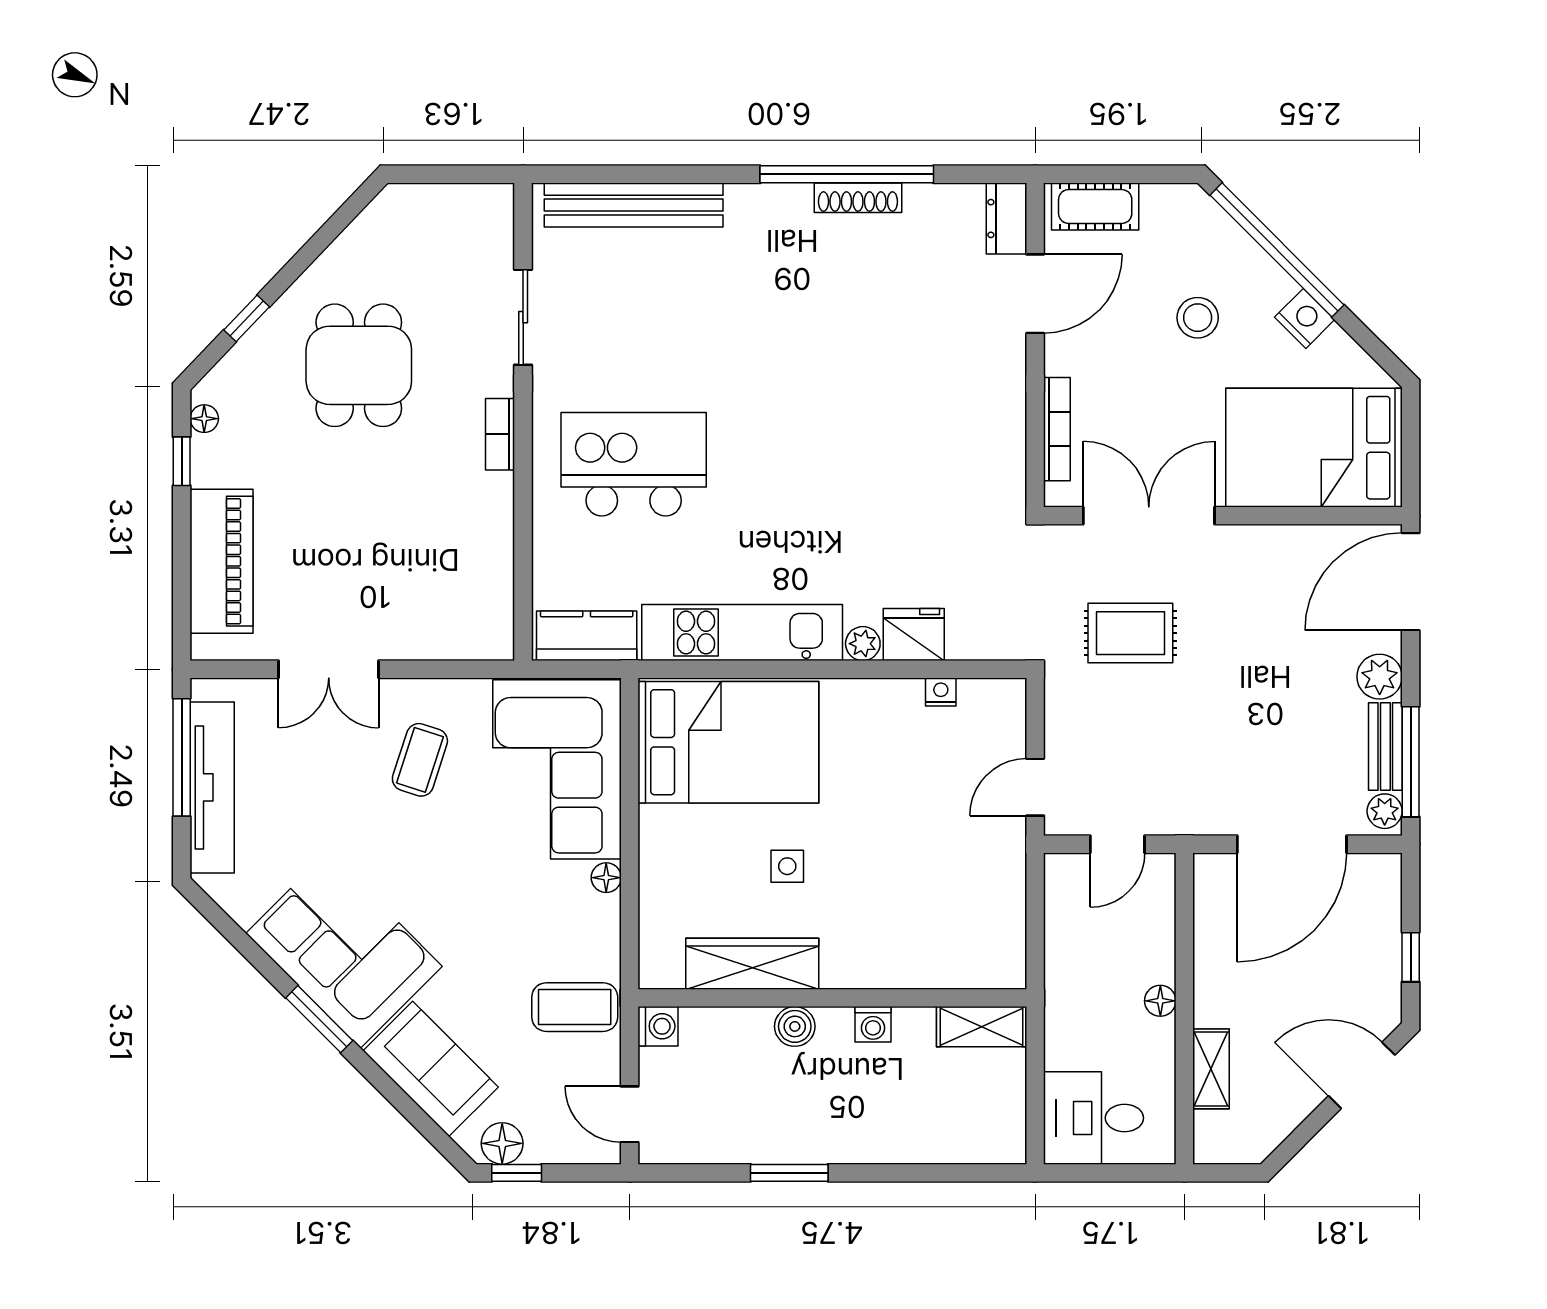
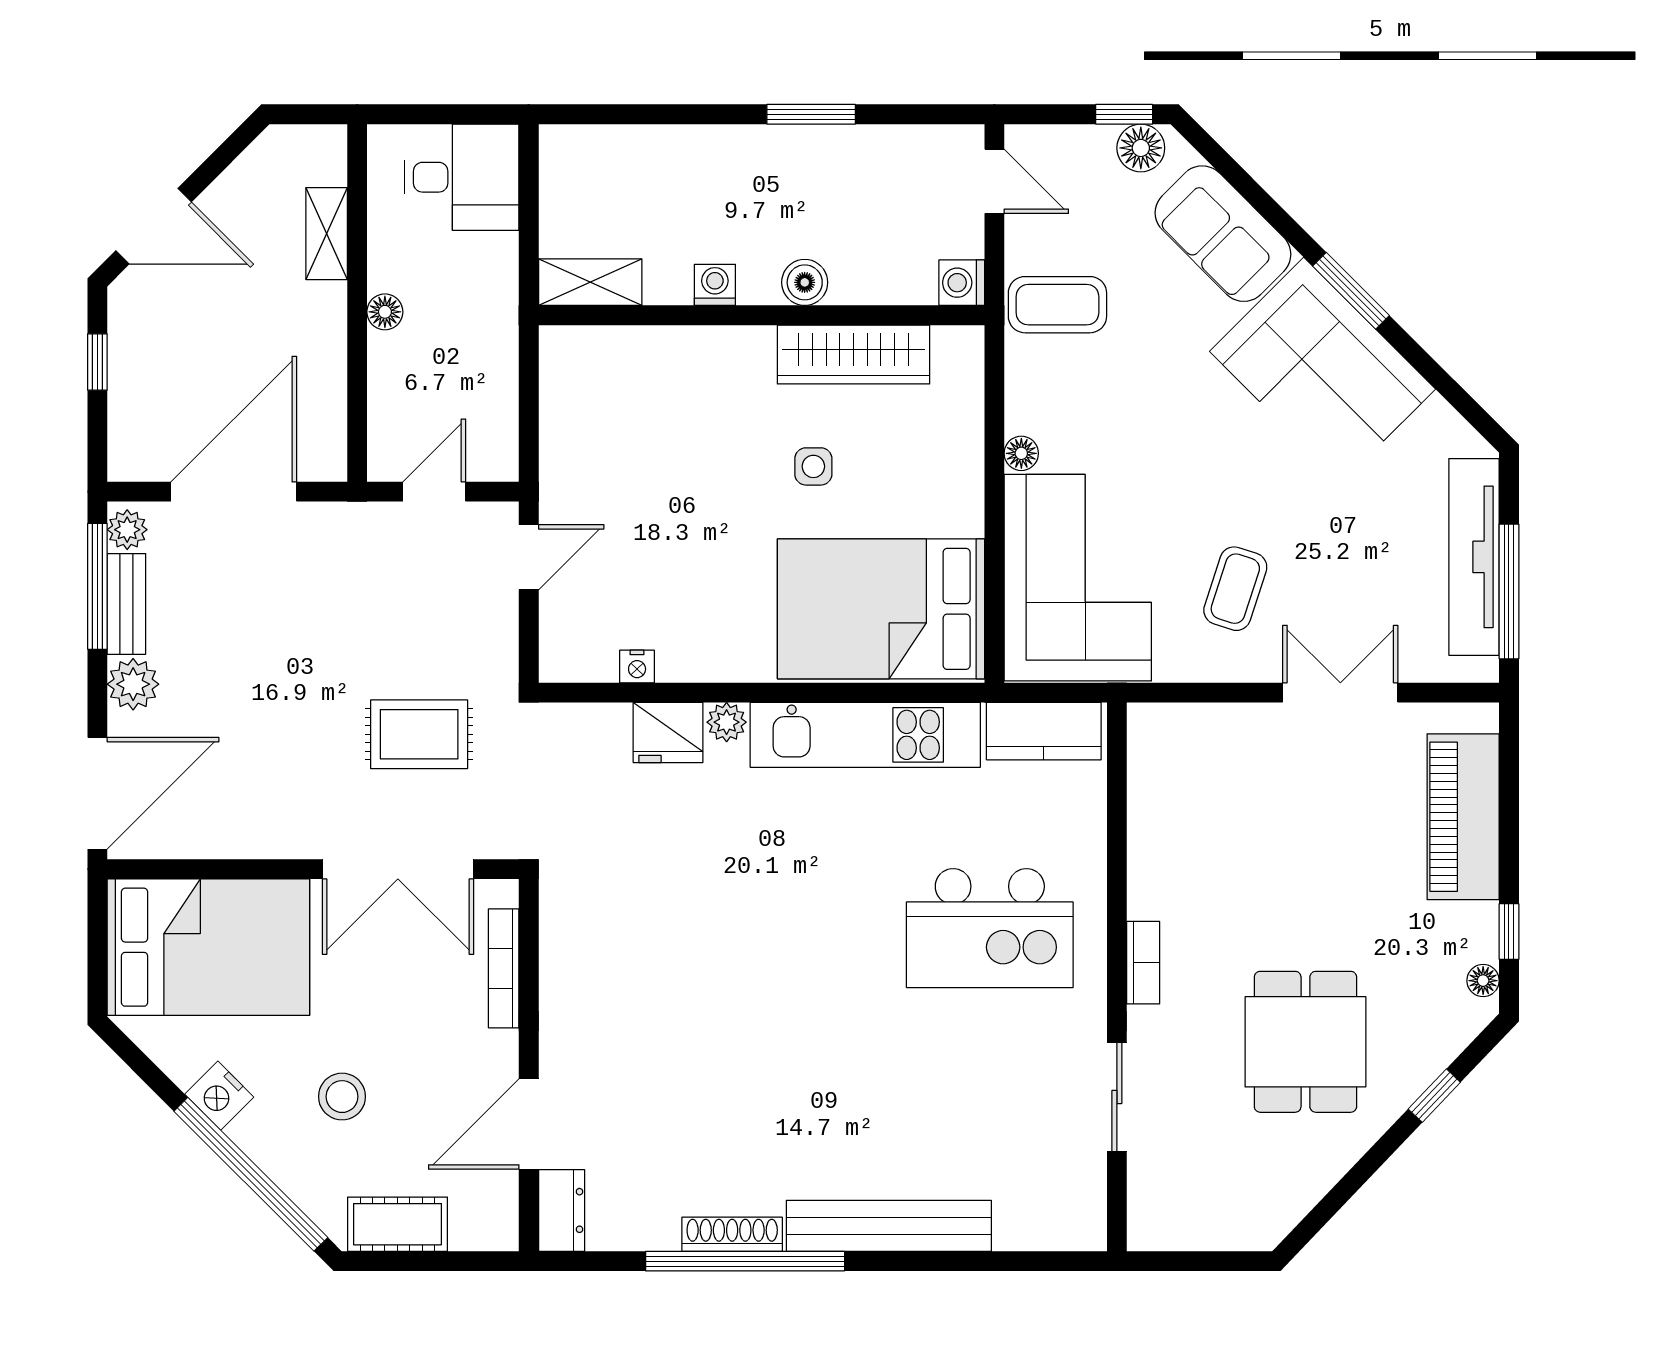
bench: (634, 205) -> (889, 1226), moved
cot: (1095, 206) -> (397, 1224), moved

